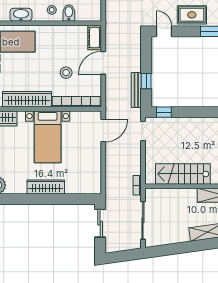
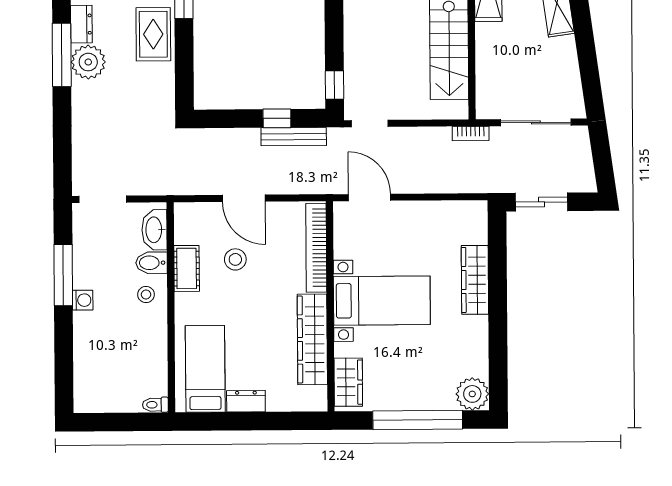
washbasin: (21, 15) -> (154, 230), moved
door: (164, 31) -> (184, 86), removed
cot: (95, 38) -> (187, 268), moved, turned 90
stool: (66, 73) -> (235, 259), moved
wardrobe: (46, 187) -> (475, 280), moved

